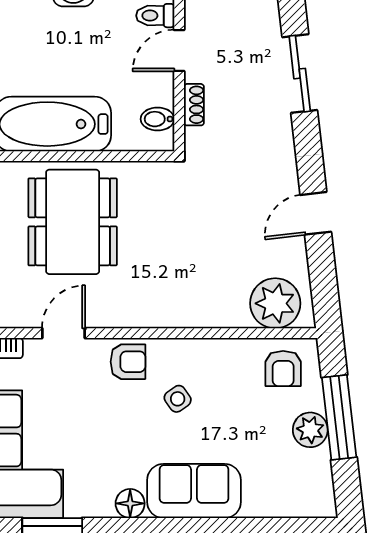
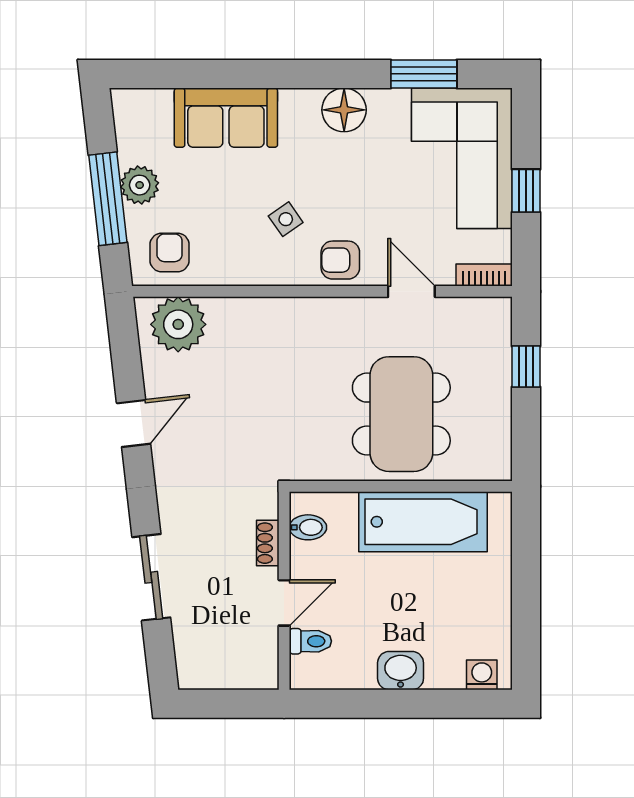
door: (63, 333) -> (411, 291), swing flipped
sofa: (194, 491) -> (226, 118), moved
floor lamp: (130, 503) -> (344, 110), width x1.38, depth x1.38

